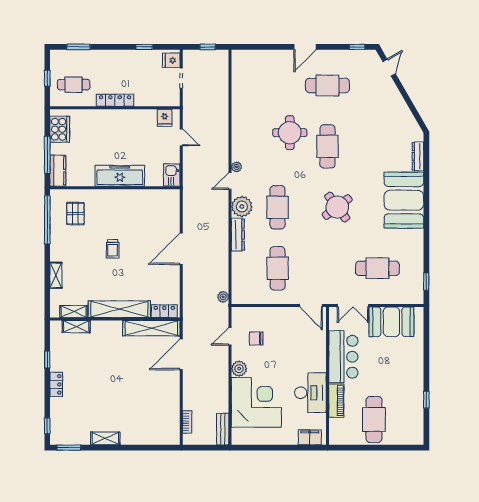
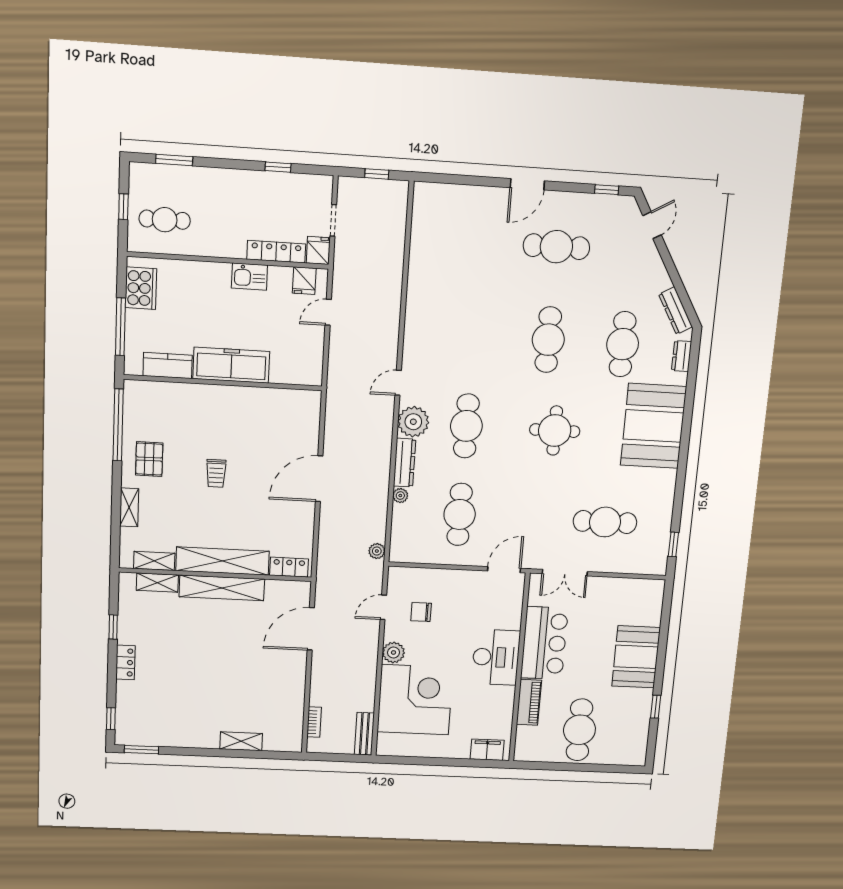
fridge: (171, 60) -> (318, 250), moved, turned 90
locker: (115, 100) -> (276, 252), moved
dresser: (411, 122) -> (676, 311), added
round table: (290, 133) -> (493, 315), removed
door: (181, 137) -> (328, 312), swing flipped
cafe table: (377, 146) -> (623, 344), added
dresser: (418, 156) -> (682, 356), width x0.70
plant: (237, 167) -> (400, 496), moved
kitchen counter: (58, 171) -> (168, 366), moved, turned -90
kitchen sink: (172, 175) -> (249, 277), moved, turned -90
round table: (337, 207) -> (555, 431), turned 37
pallet: (75, 214) -> (149, 459), moved
door: (311, 305) -> (504, 570), swing flipped
booth: (391, 322) -> (636, 657), moved, turned 90
shelving: (151, 328) -> (222, 588), moved
desk: (310, 393) -> (496, 657), moved
shelving: (105, 438) -> (241, 741), moved

